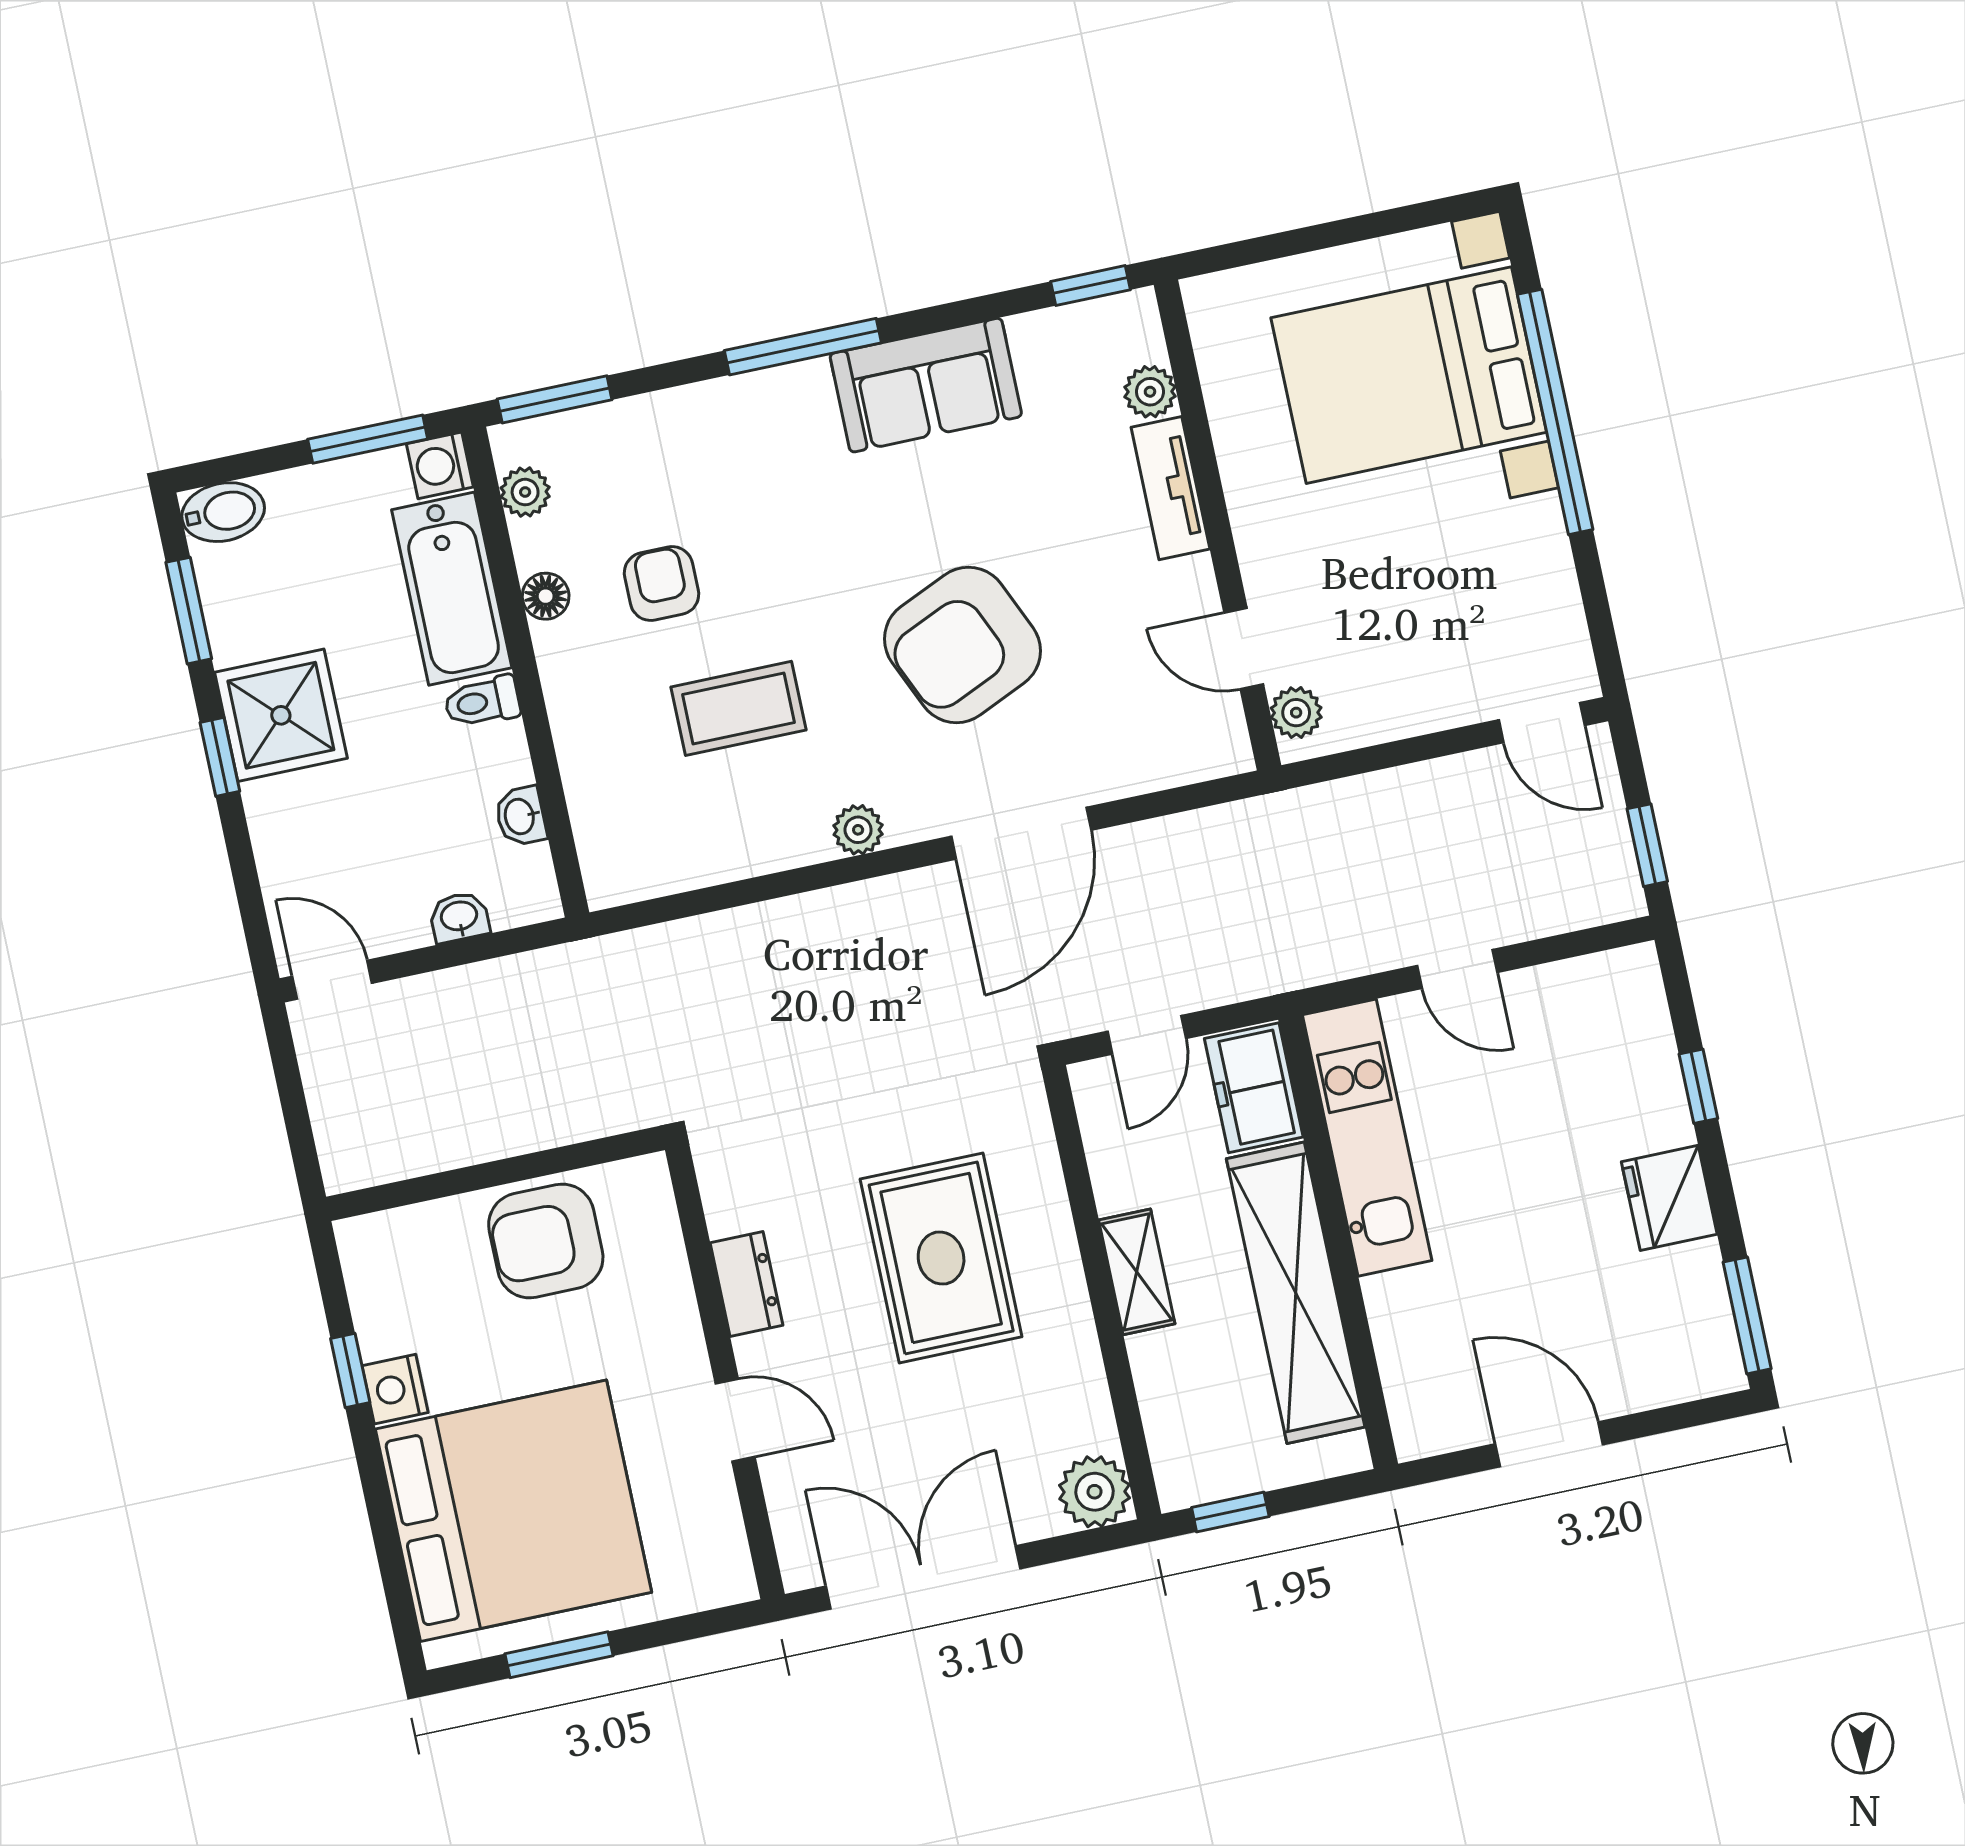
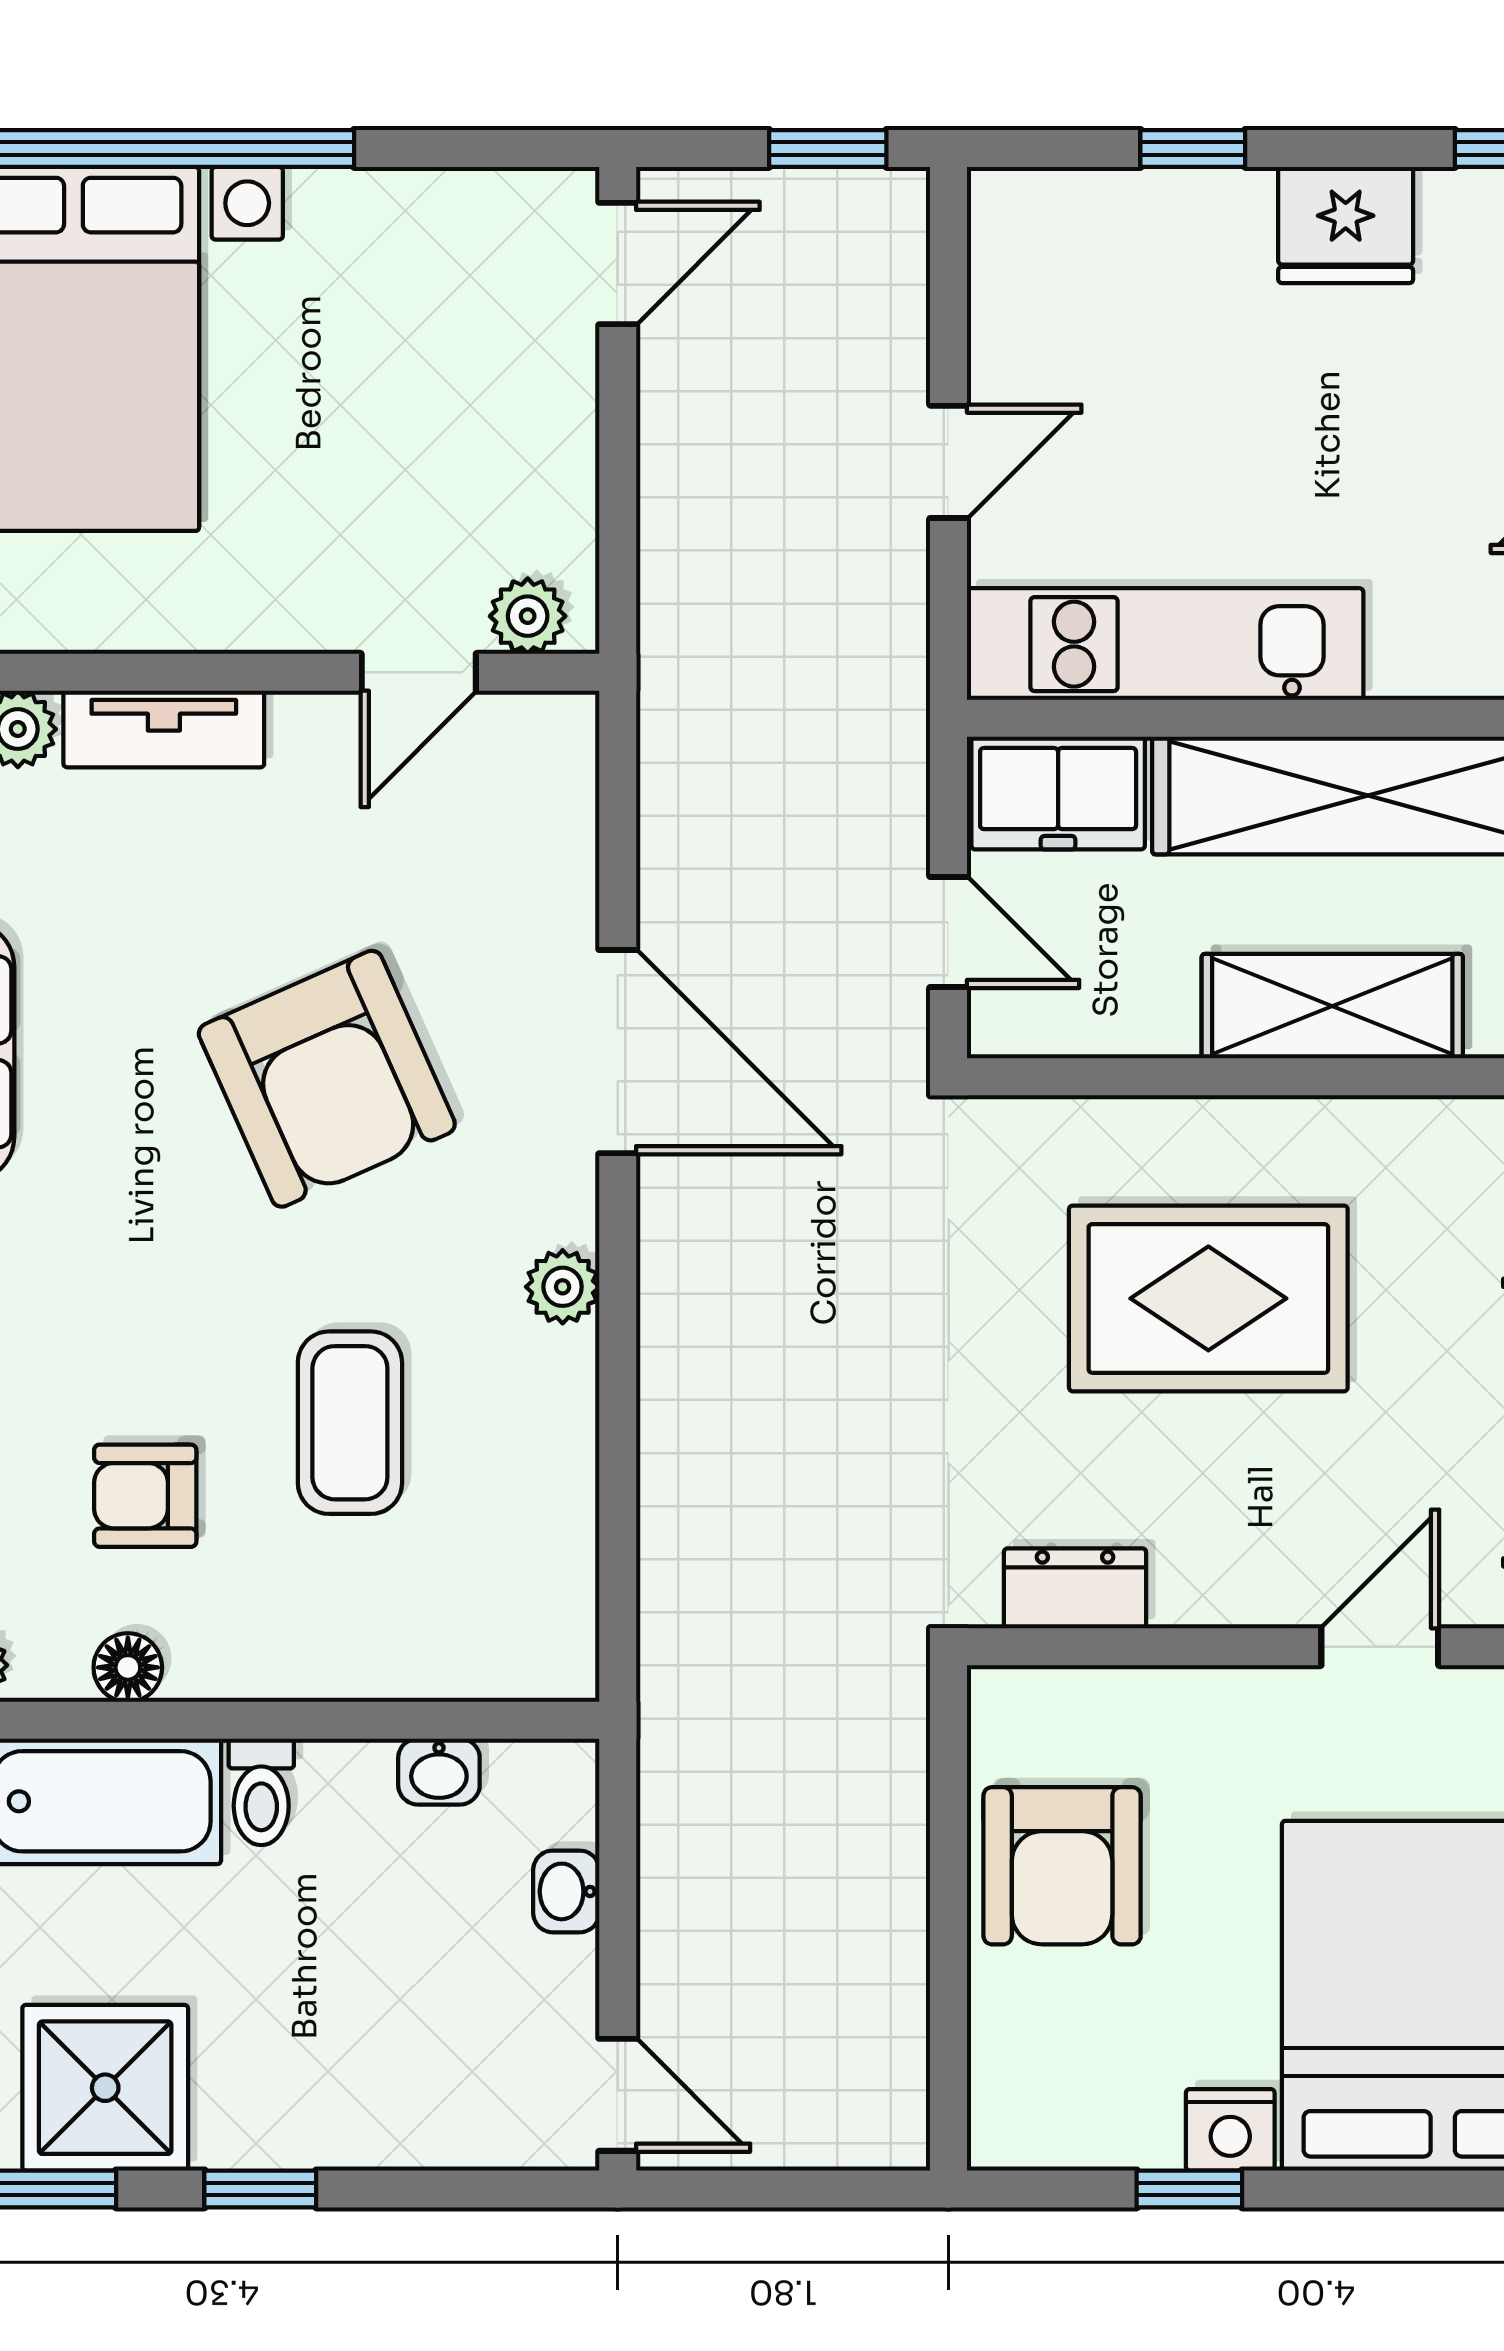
shower: (281, 715) -> (105, 2088), moved
door: (332, 980) -> (618, 2095), swing flipped
shelving: (1137, 1272) -> (1332, 1006), width x1.50, depth x1.33
dresser: (747, 1284) -> (1075, 1588), moved

